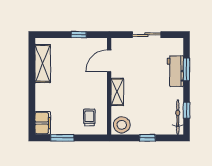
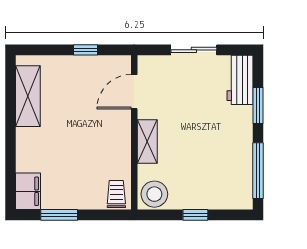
workbench: (175, 71) -> (240, 80), moved
window: (187, 110) -> (258, 171), width x2.17
bicycle: (178, 117) -> (244, 182), removed
trolley: (89, 118) -> (116, 194), moved

